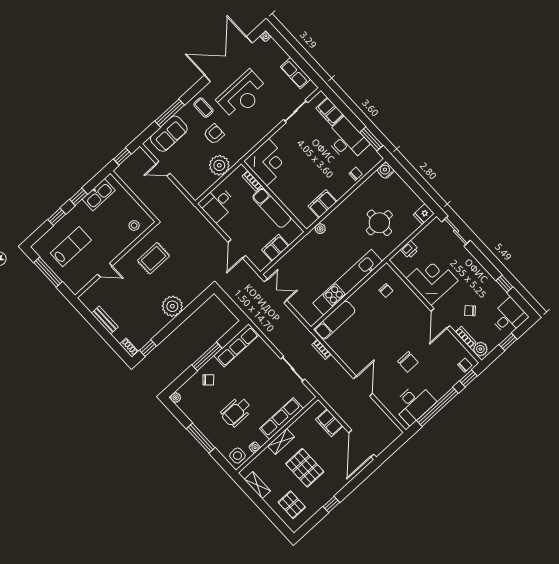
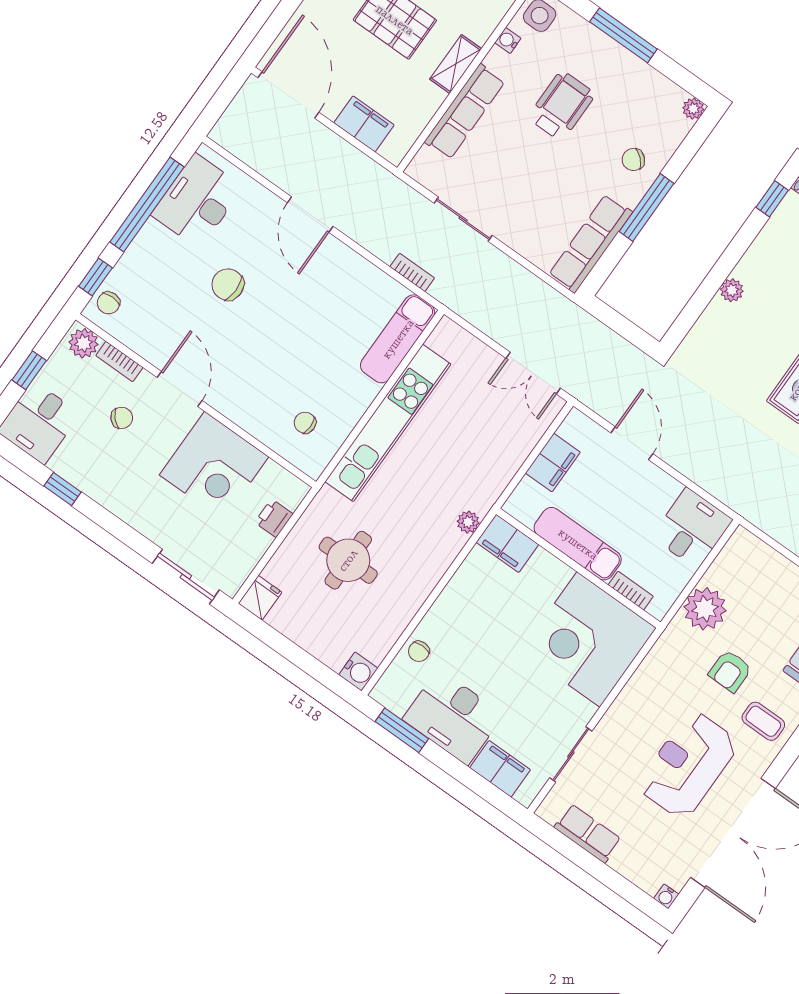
corner desk: (268, 162) -> (589, 640), width x1.36, depth x1.36
filing cabinet: (322, 204) -> (507, 543), moved, turned 90
plant: (172, 306) -> (732, 290), width x0.53, depth x0.53

